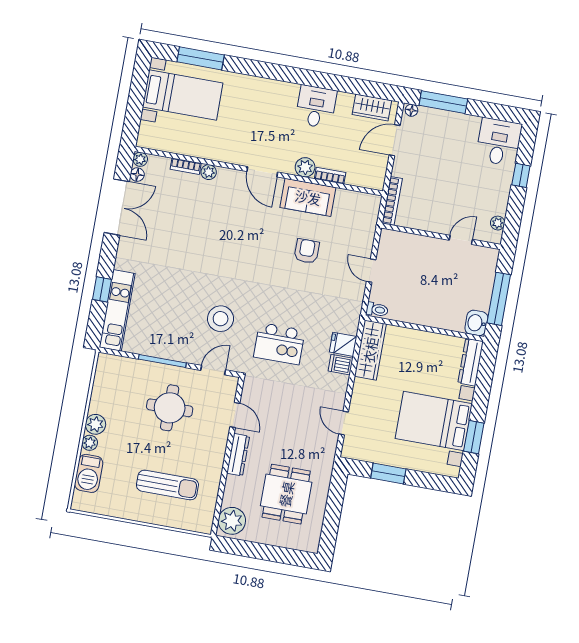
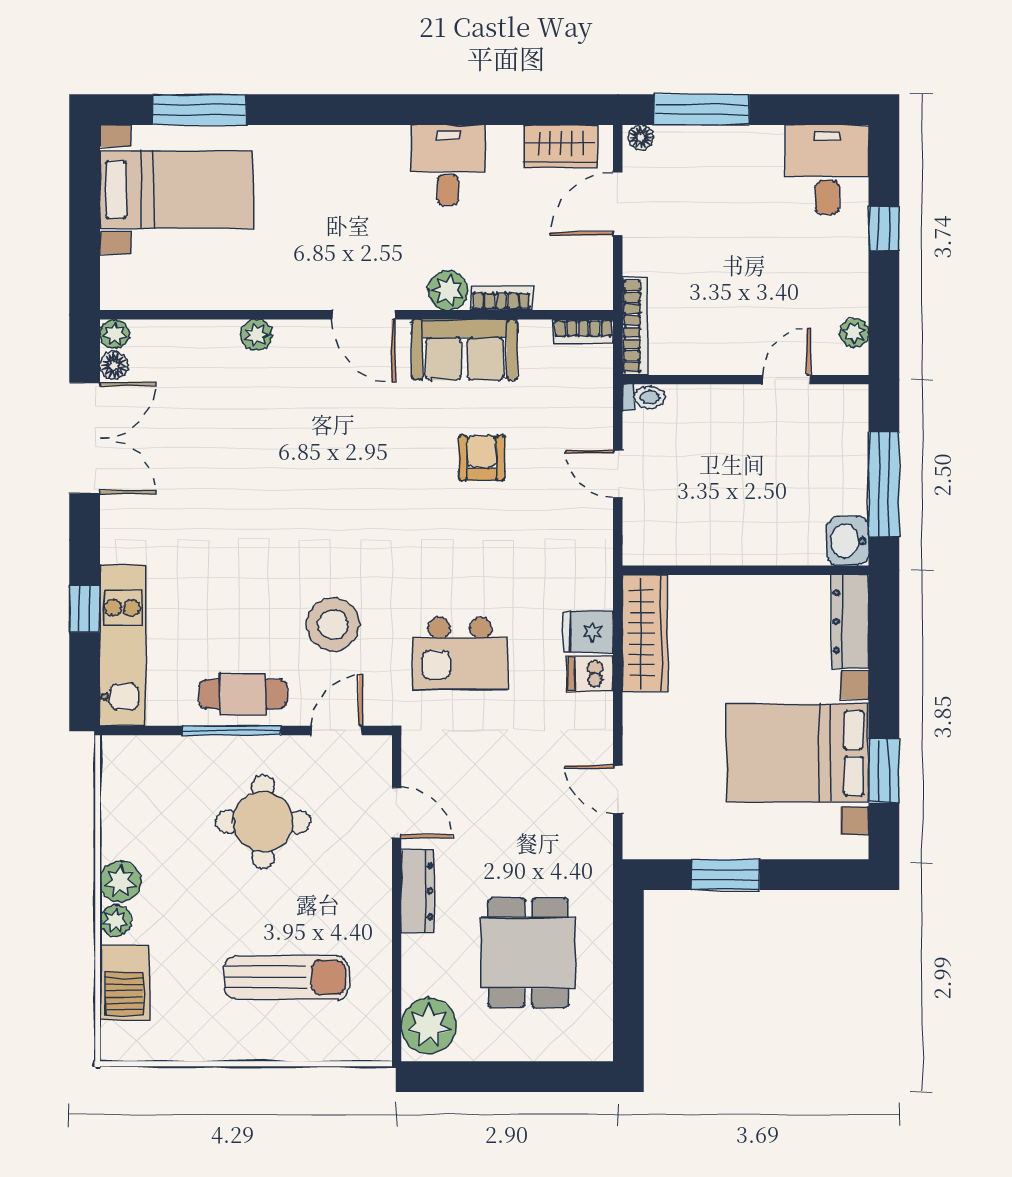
bookcase: (186, 166) -> (583, 331), moved
toilet: (377, 310) -> (644, 397), moved
cafe table: (171, 344) -> (243, 694), added

